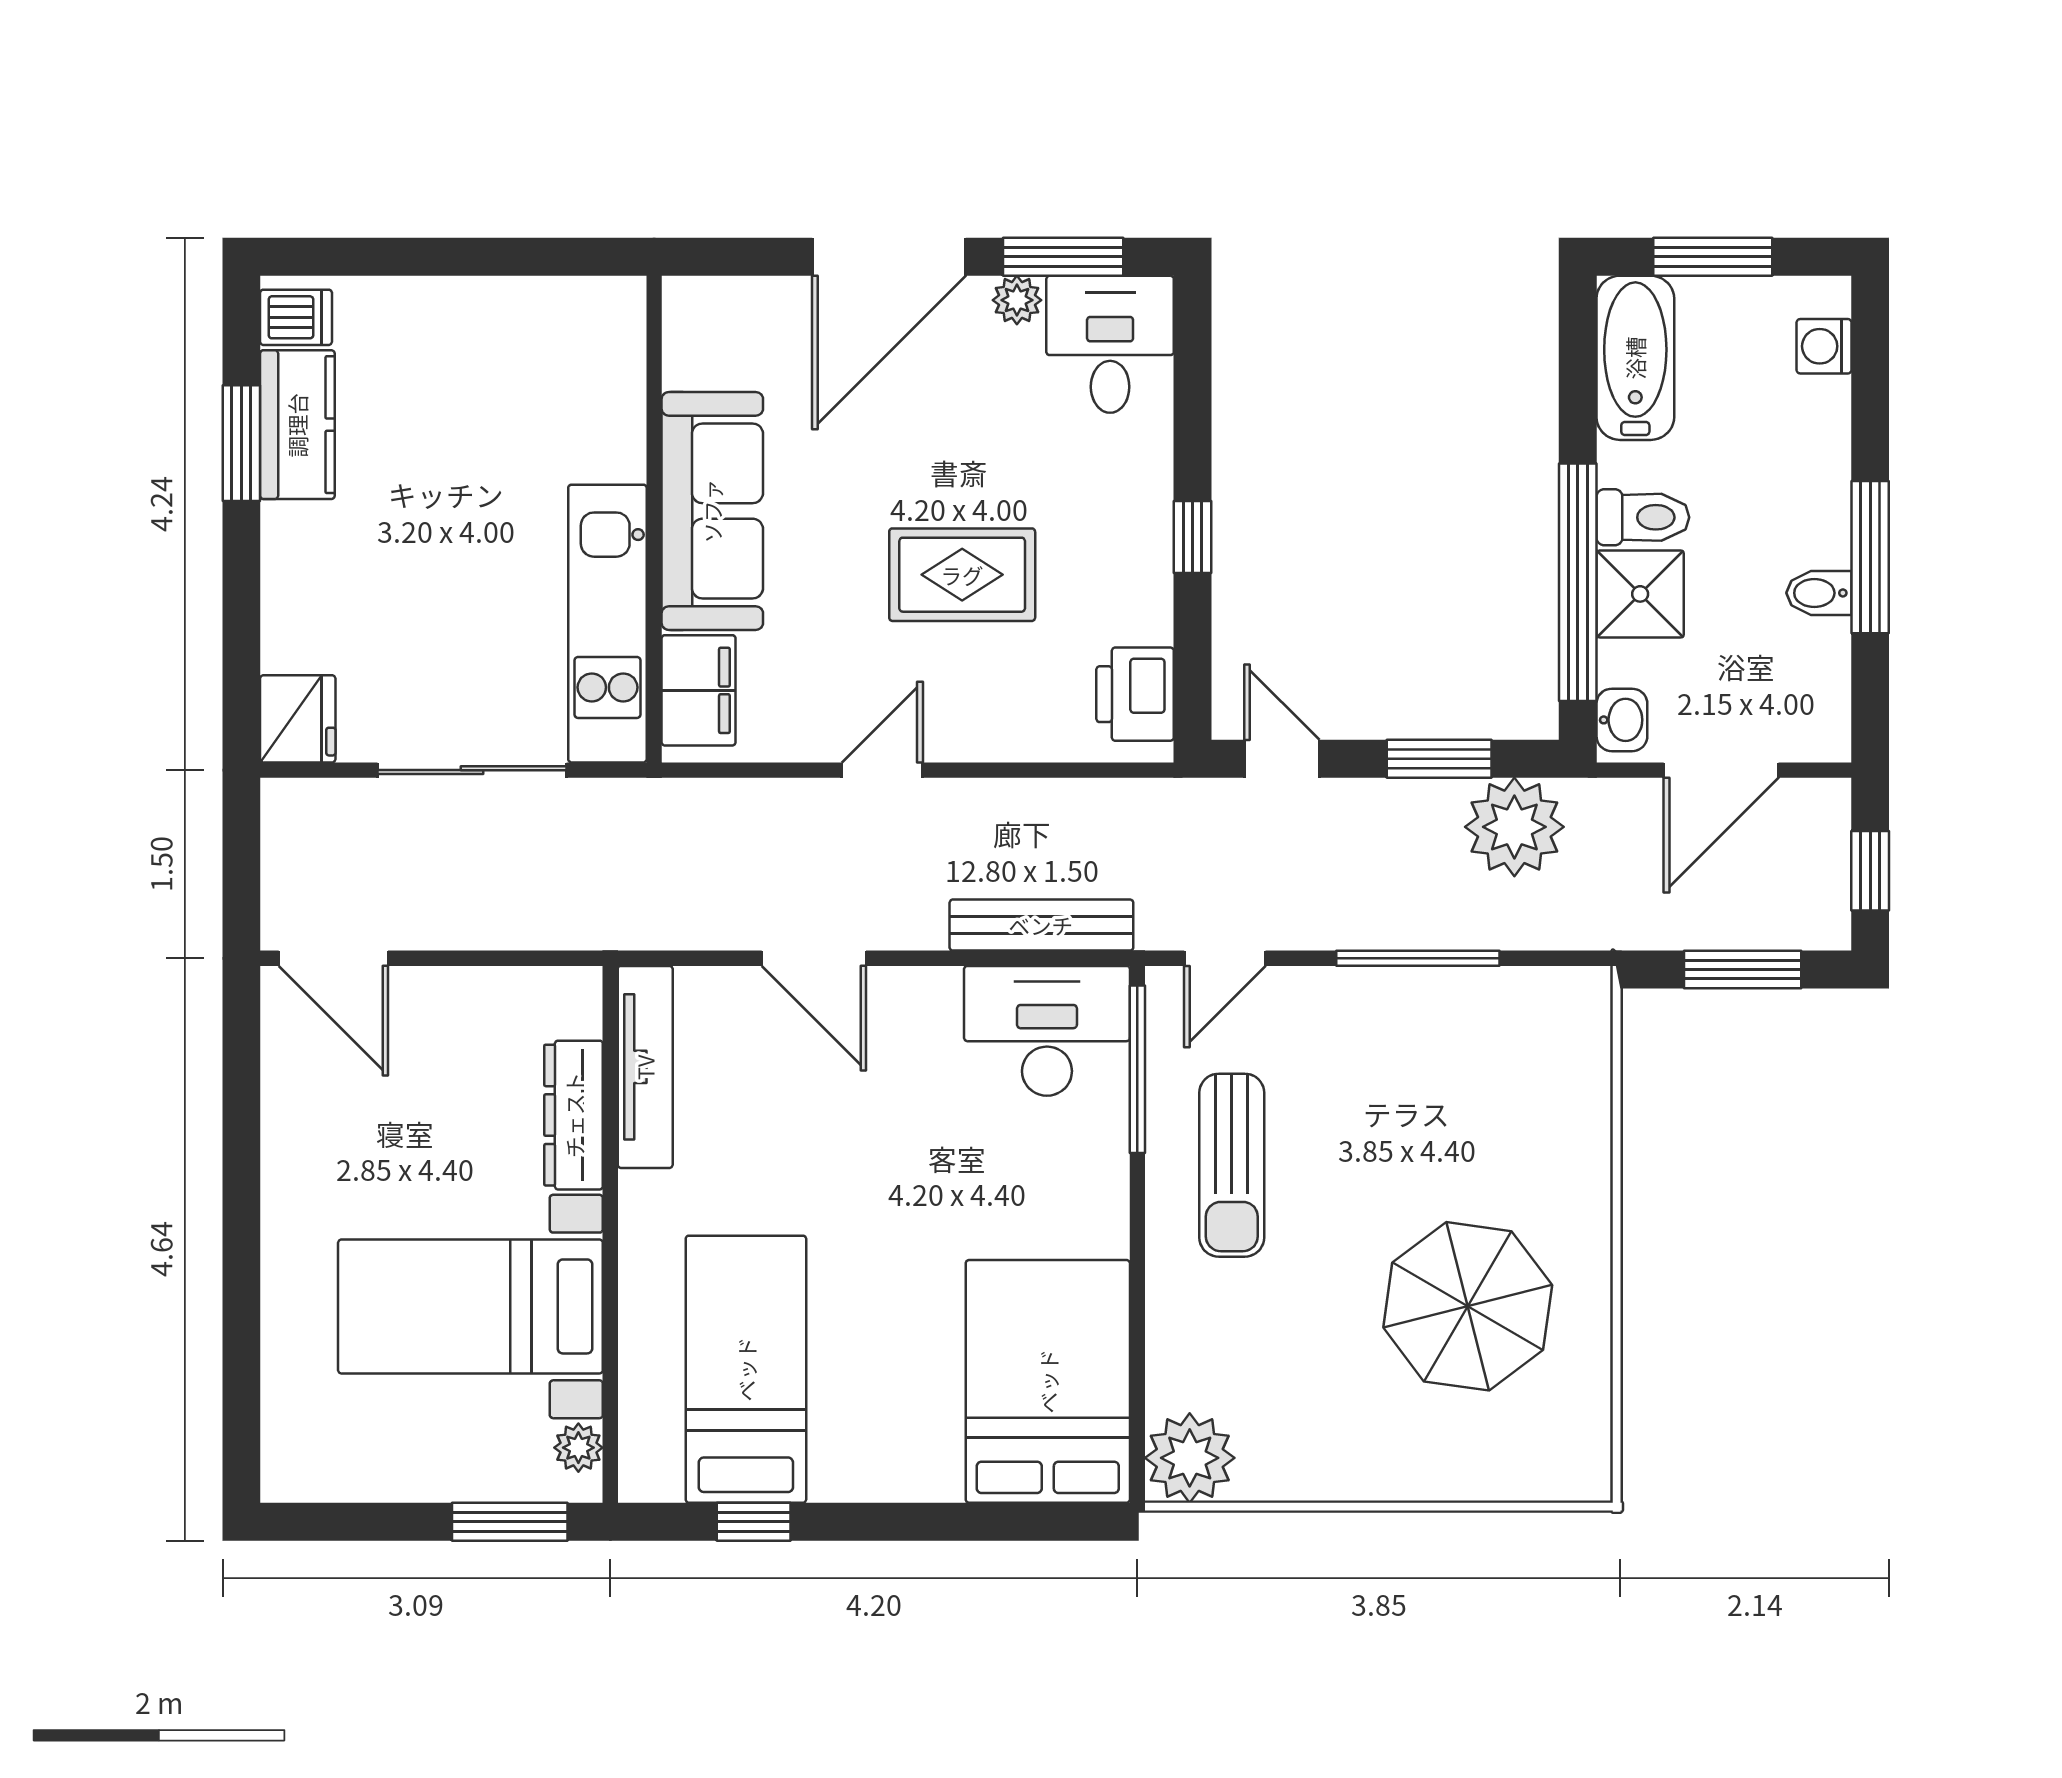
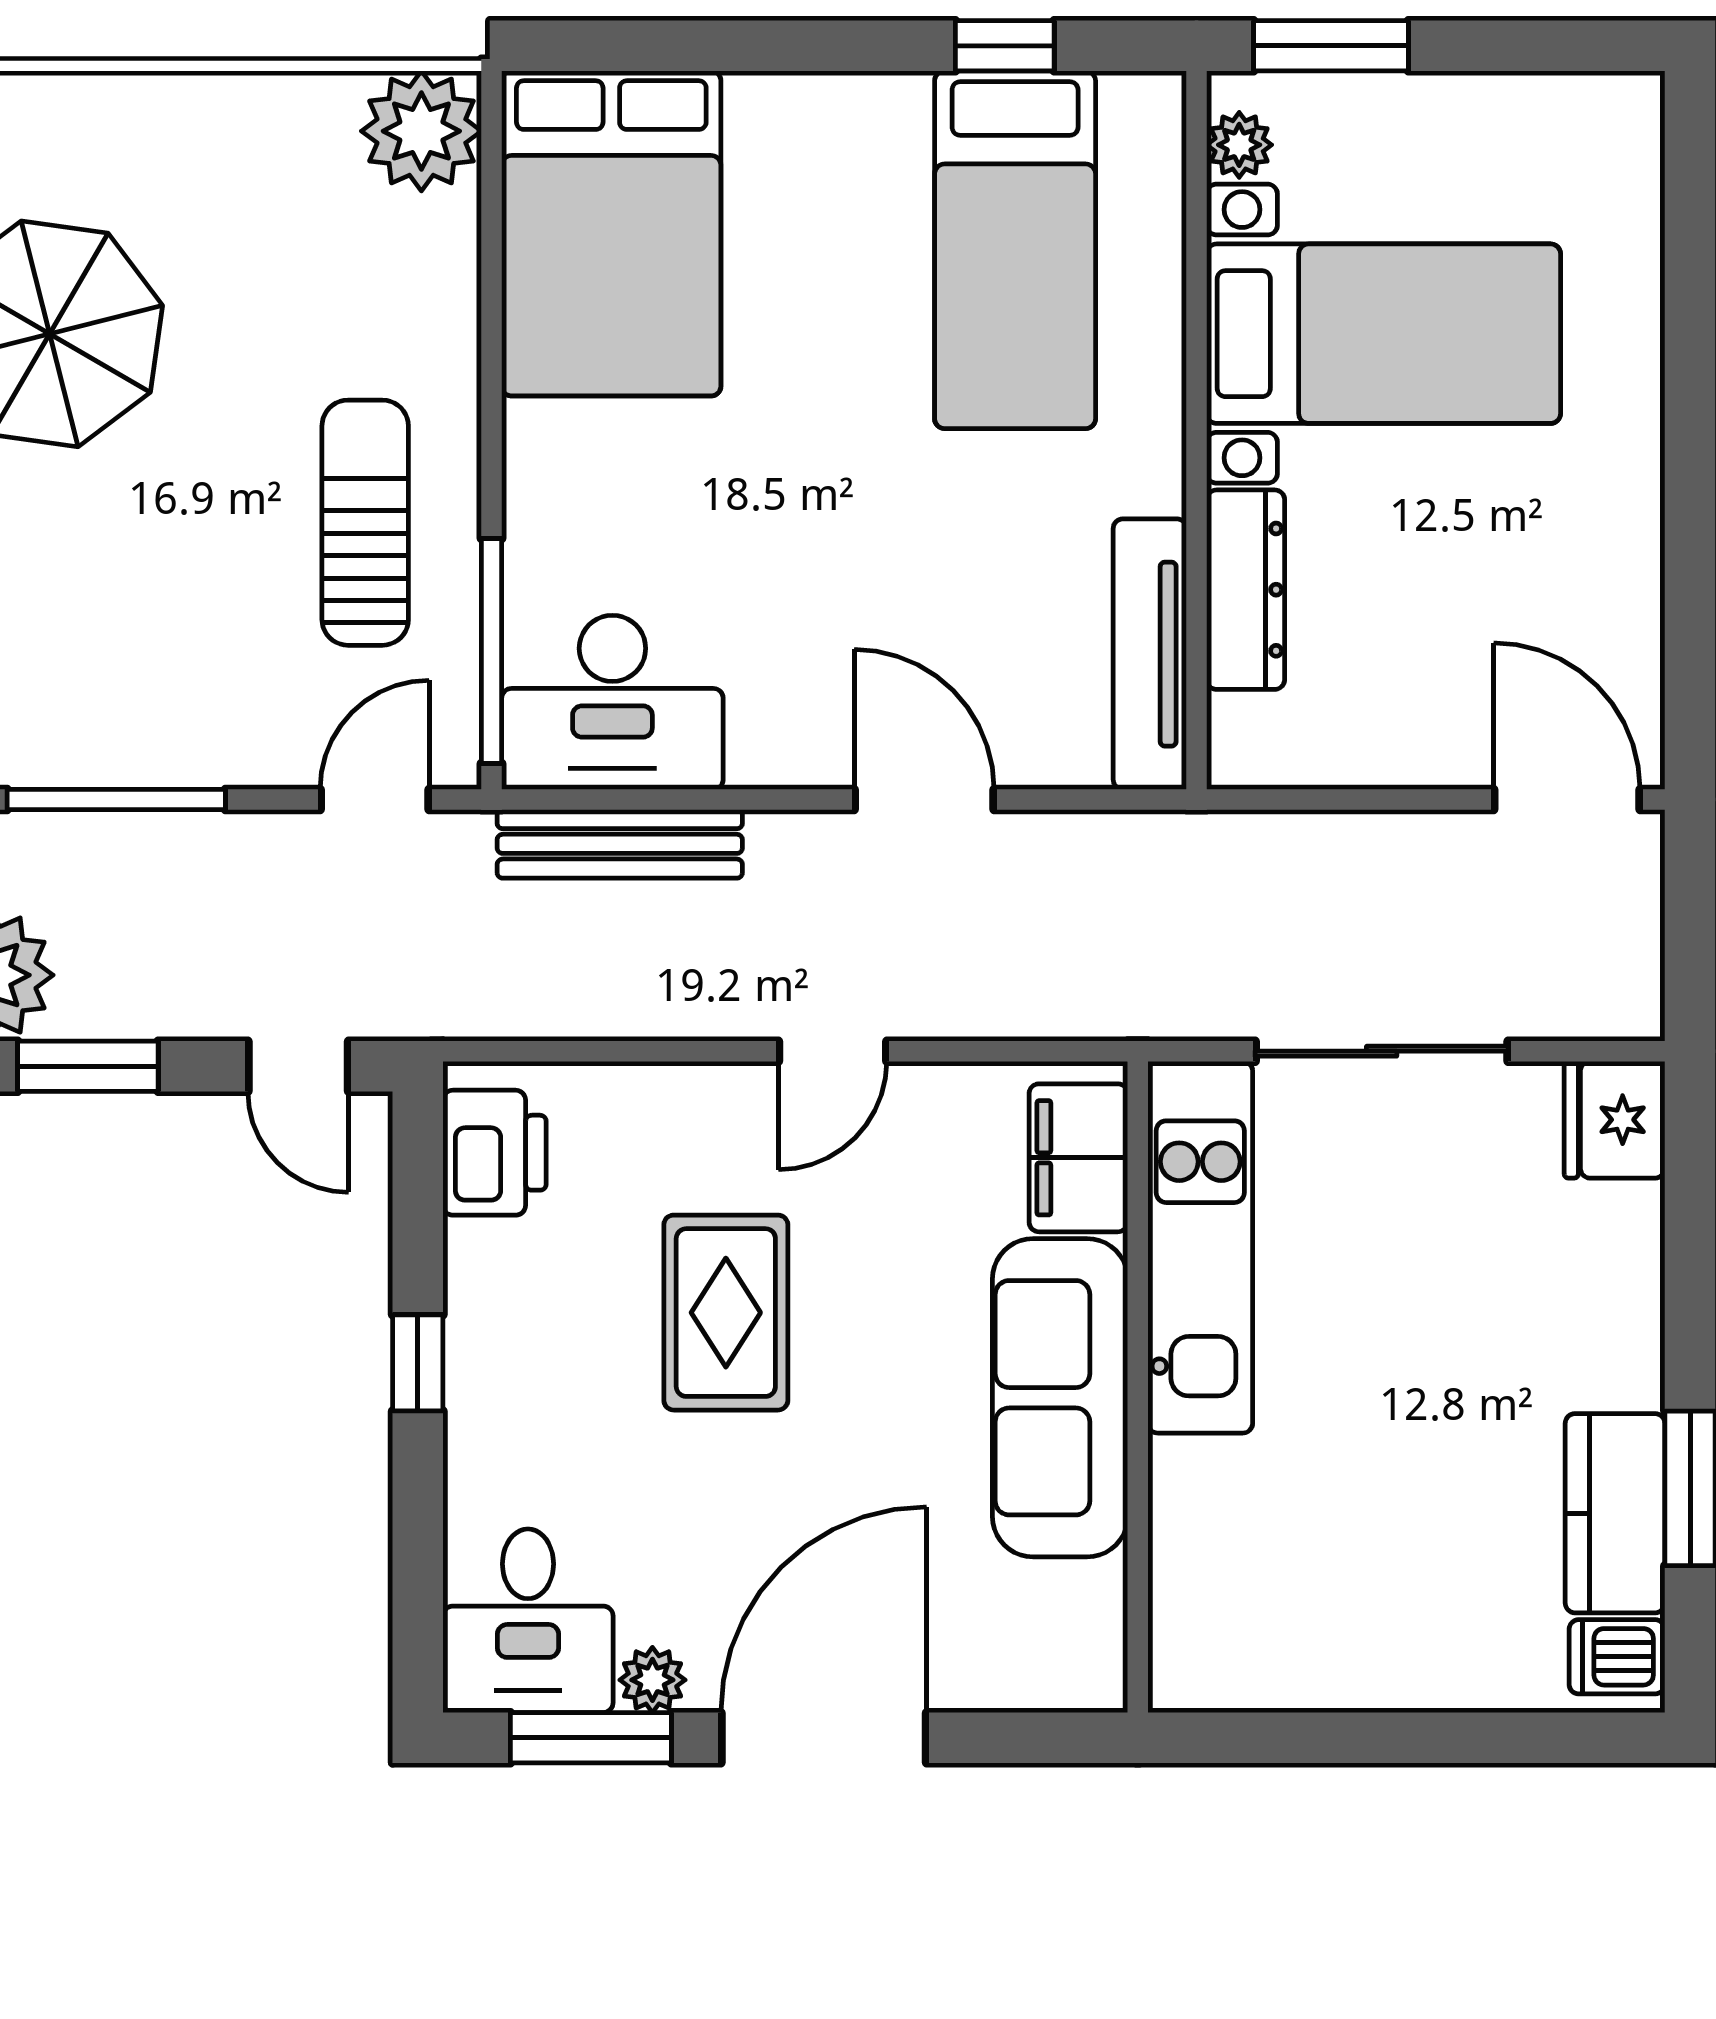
rug: (962, 575) -> (726, 1313), turned 90

